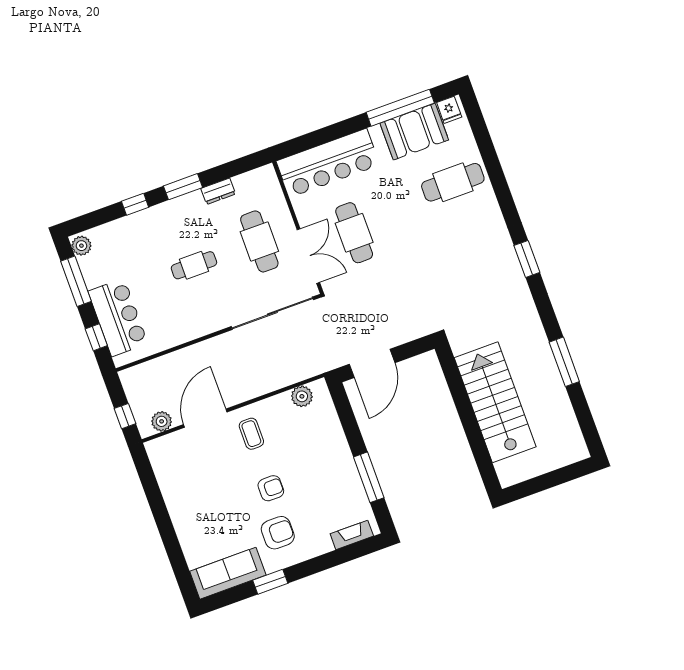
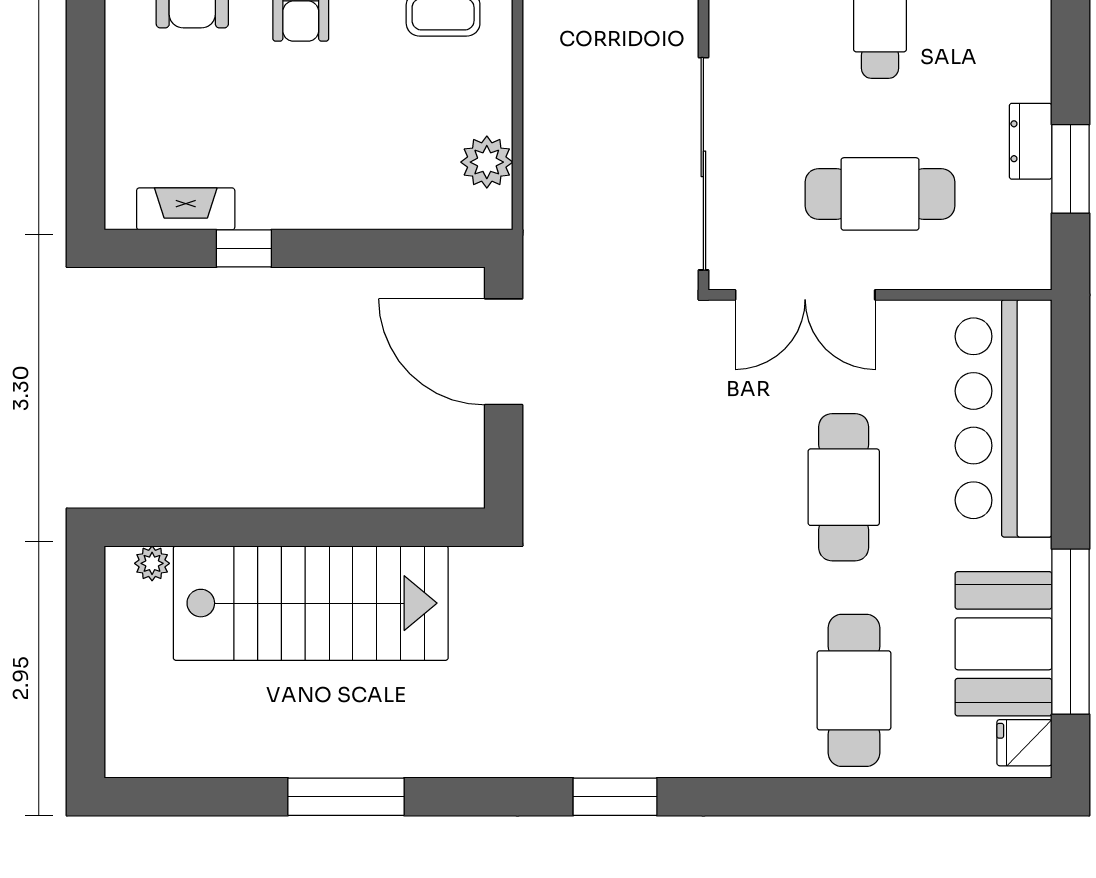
window: (183, 187) -> (1071, 169), moved
cafe table: (354, 233) -> (844, 487), moved, turned 90
plant: (502, 469) -> (152, 563), added
window: (369, 477) -> (244, 248), width x0.46
fireplace: (352, 535) -> (186, 209), moved, turned -90

